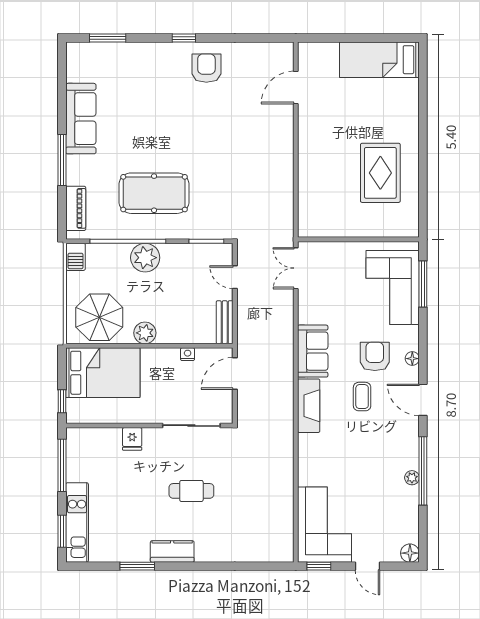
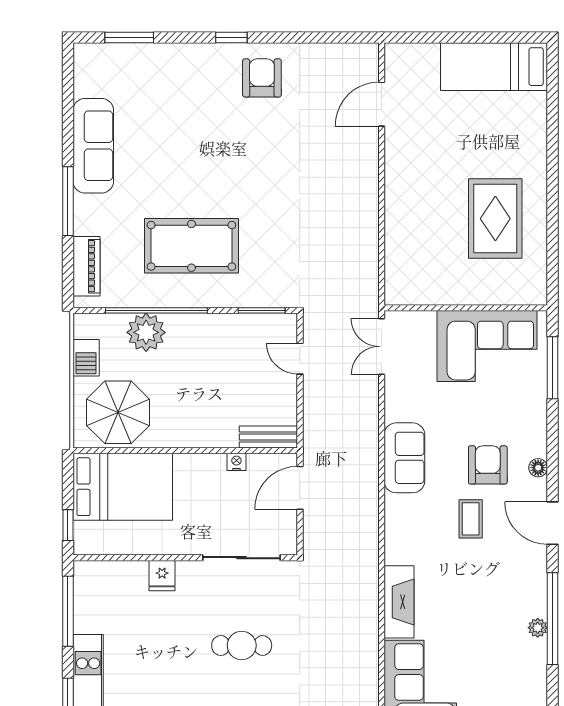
barbecue: (76, 257) -> (86, 358), moved
plant: (145, 258) -> (146, 332), moved
corner sofa: (393, 287) -> (487, 346), moved, turned -90
bench: (225, 322) -> (268, 437), moved, turned 90
plant: (145, 333) -> (179, 433), removed
fireplace: (309, 406) -> (399, 602), moved

